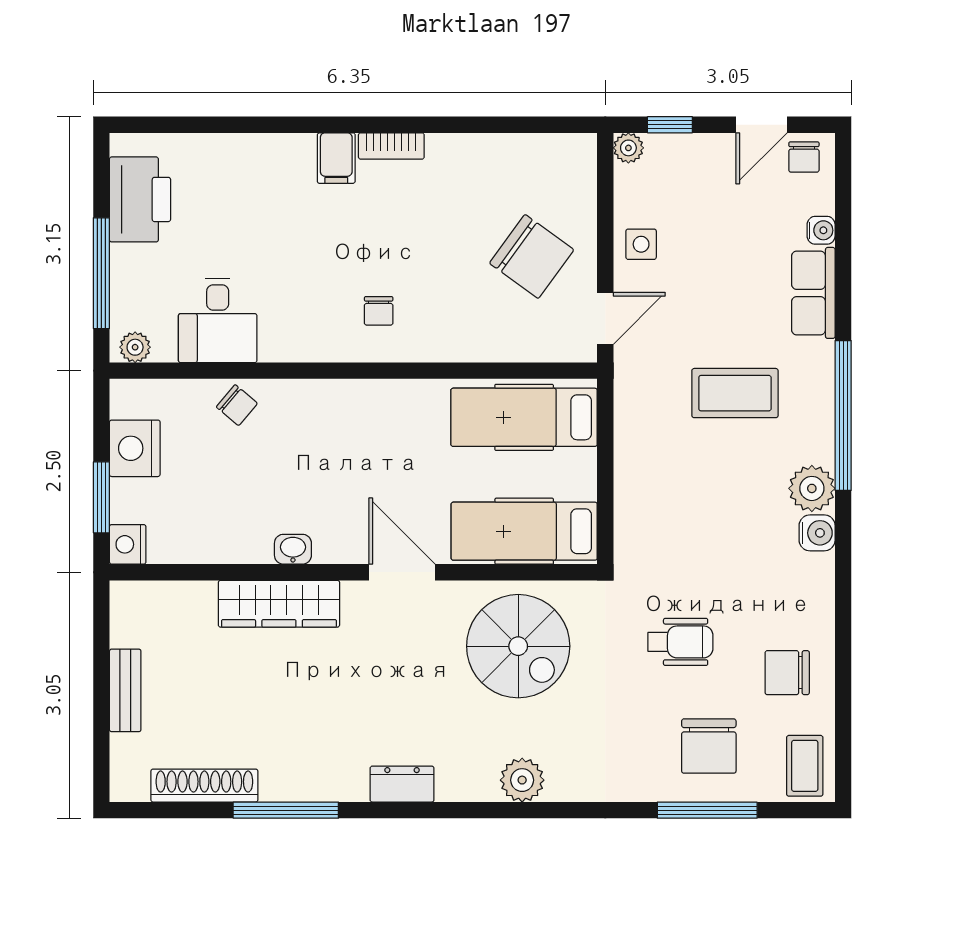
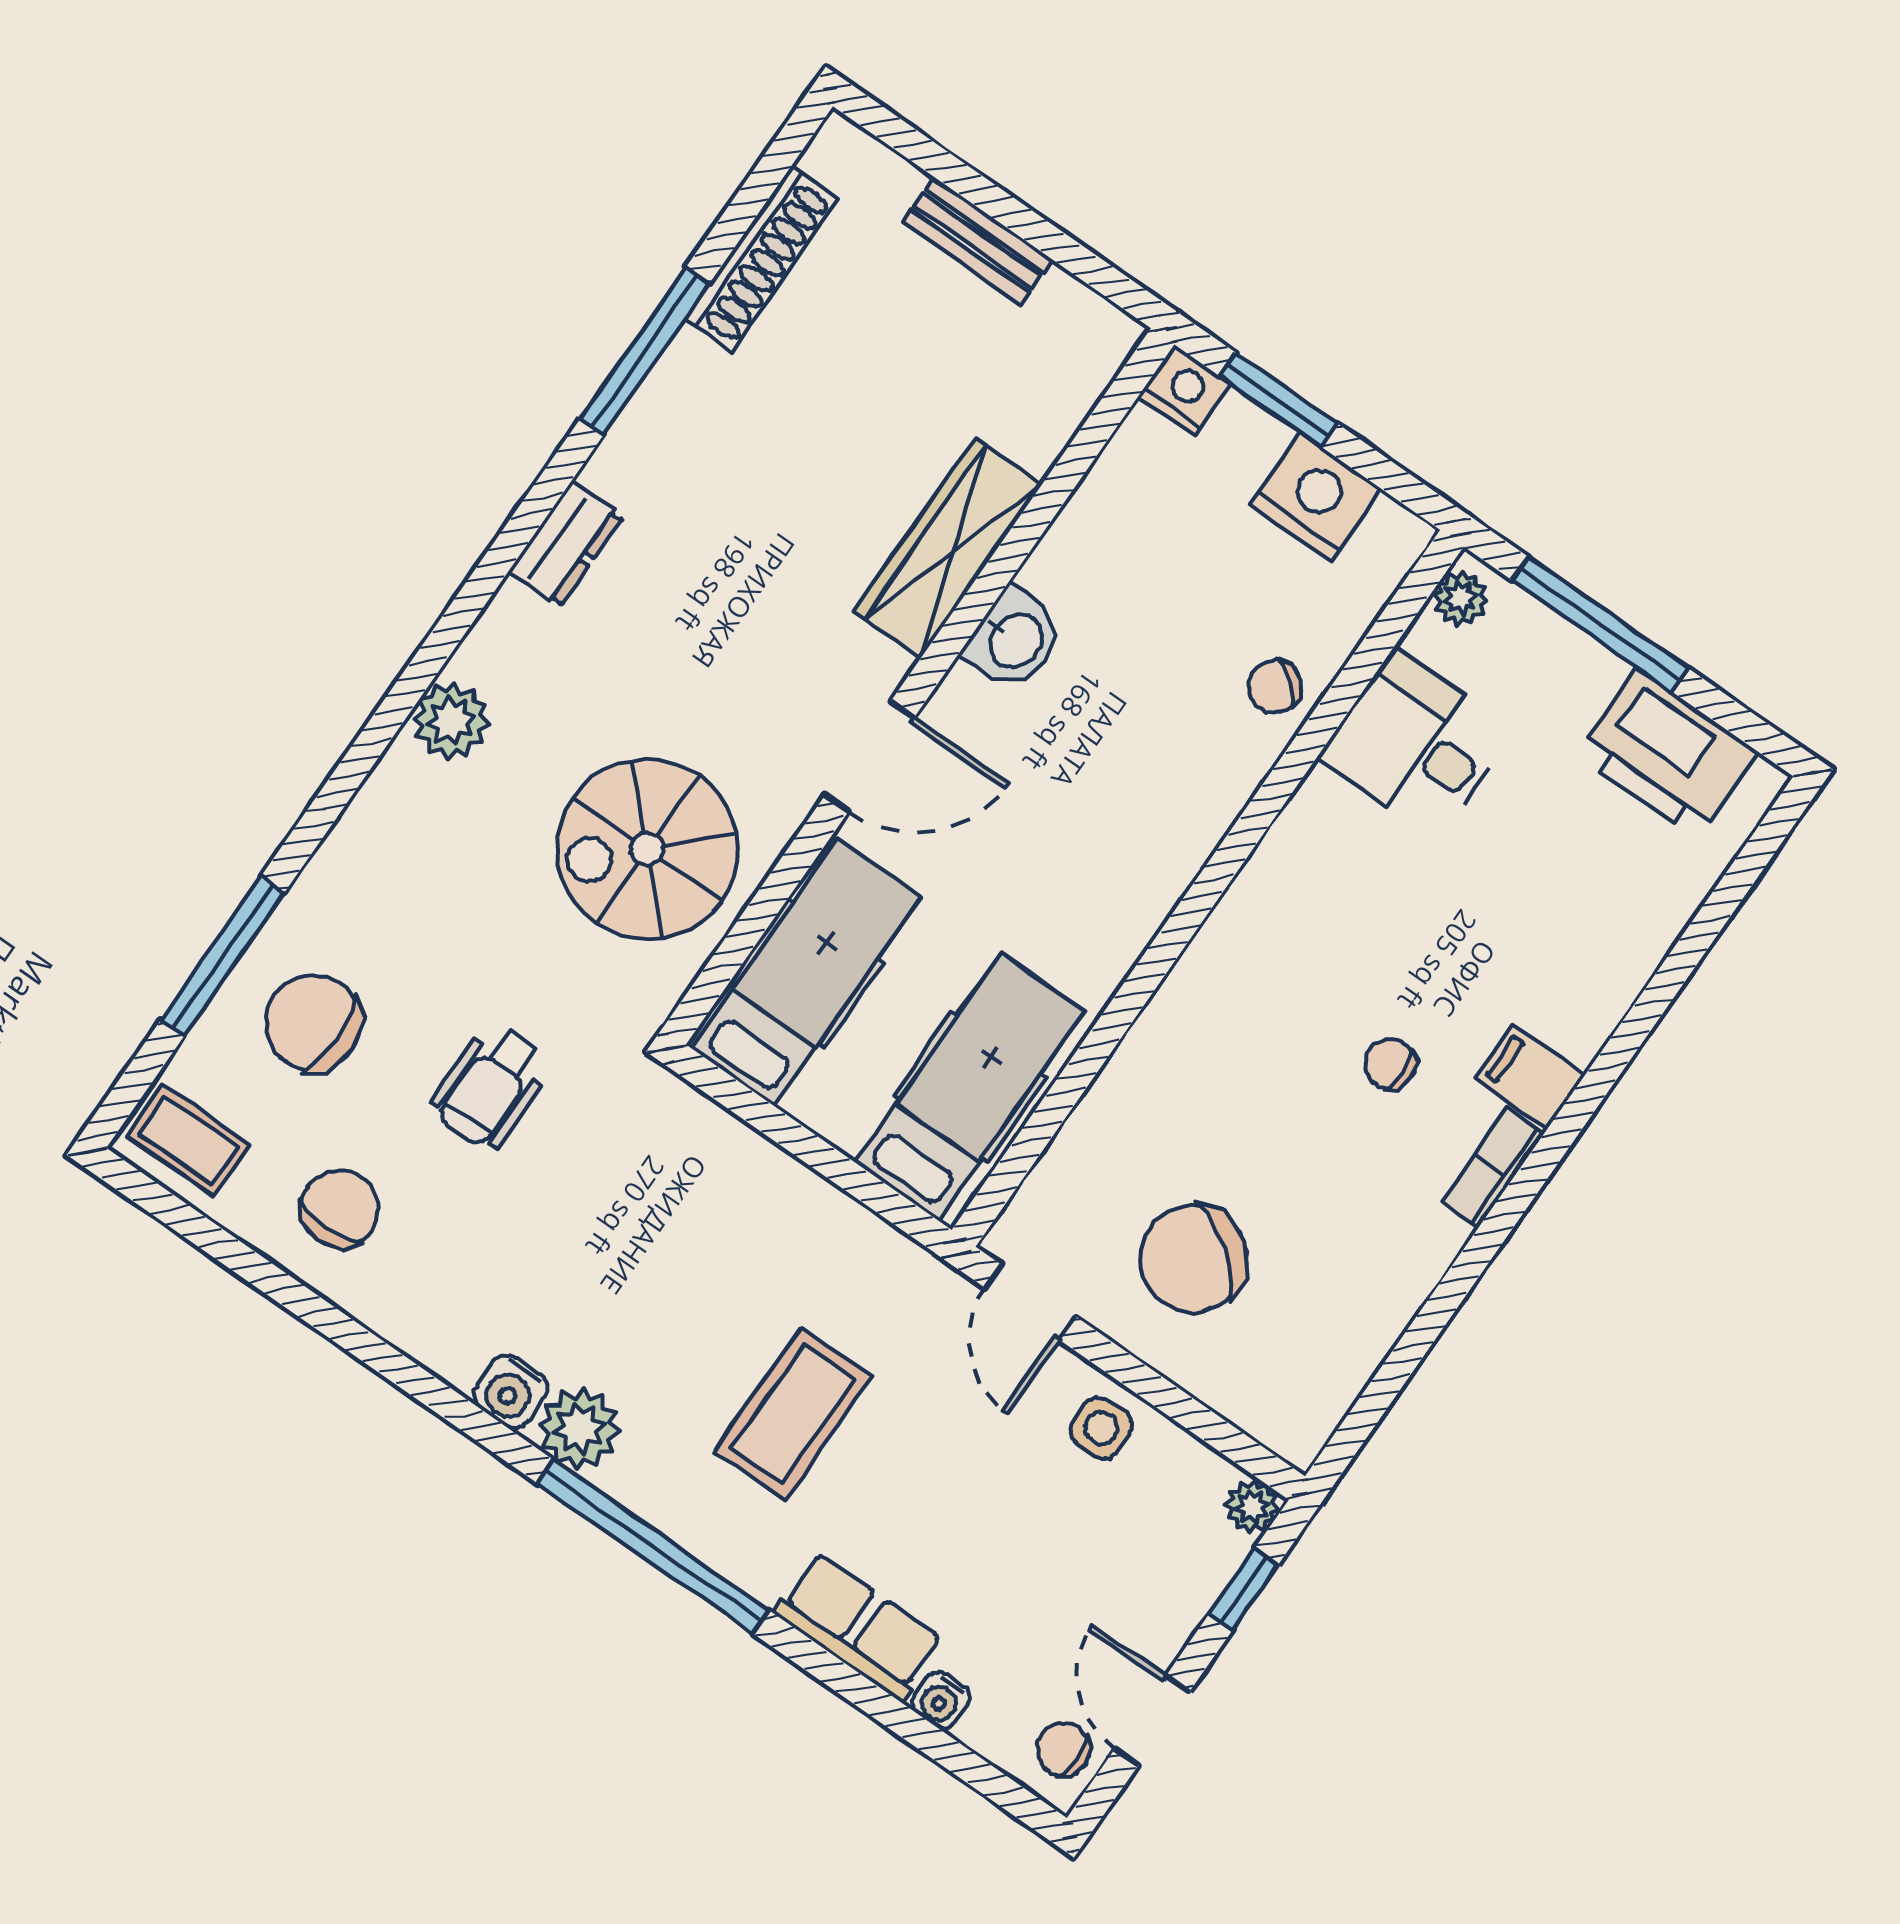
chair: (379, 311) -> (1390, 1064), moved
washbasin: (293, 549) -> (1014, 640), width x1.38, depth x1.45

